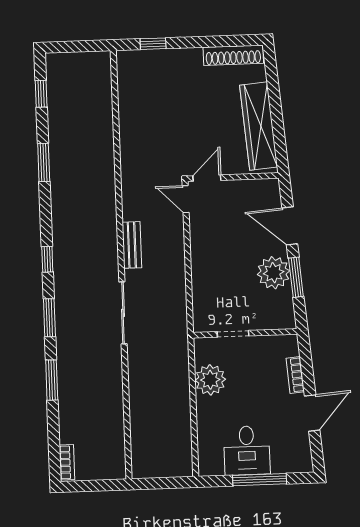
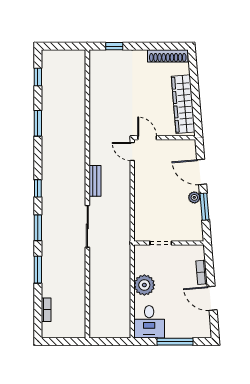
door: (207, 178) -> (147, 138), hinge flipped
plant: (274, 273) -> (194, 197), width x0.53, depth x0.53
plant: (210, 380) -> (144, 285), moved
door: (312, 413) -> (212, 298), swing flipped
desk: (247, 450) -> (149, 322), moved
bookcase: (67, 462) -> (46, 310), moved

